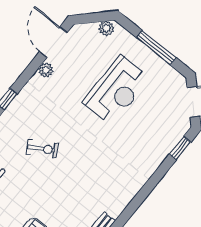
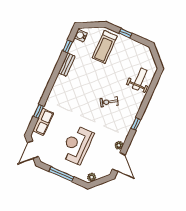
row of seats: (164, 145) -> (43, 122), added
window: (180, 148) -> (38, 111), moved

